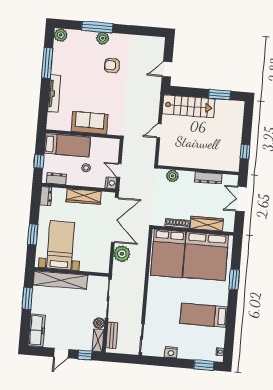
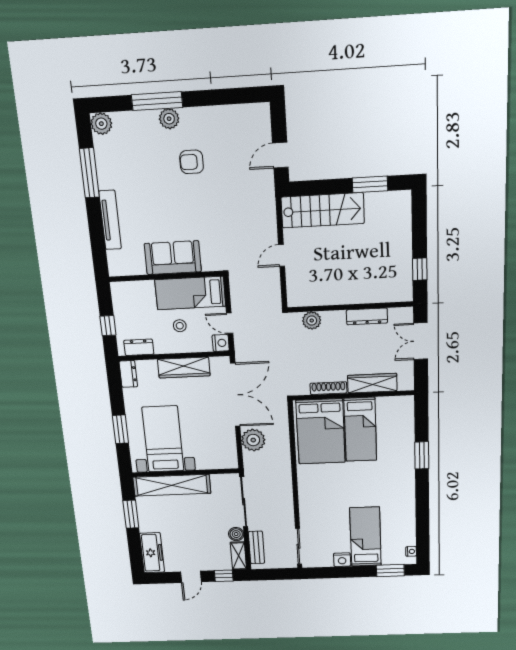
bed: (67, 145) -> (190, 293), moved, turned 180
bed: (206, 256) -> (360, 429), width x0.49
bed: (204, 315) -> (366, 537), moved, turned 90

